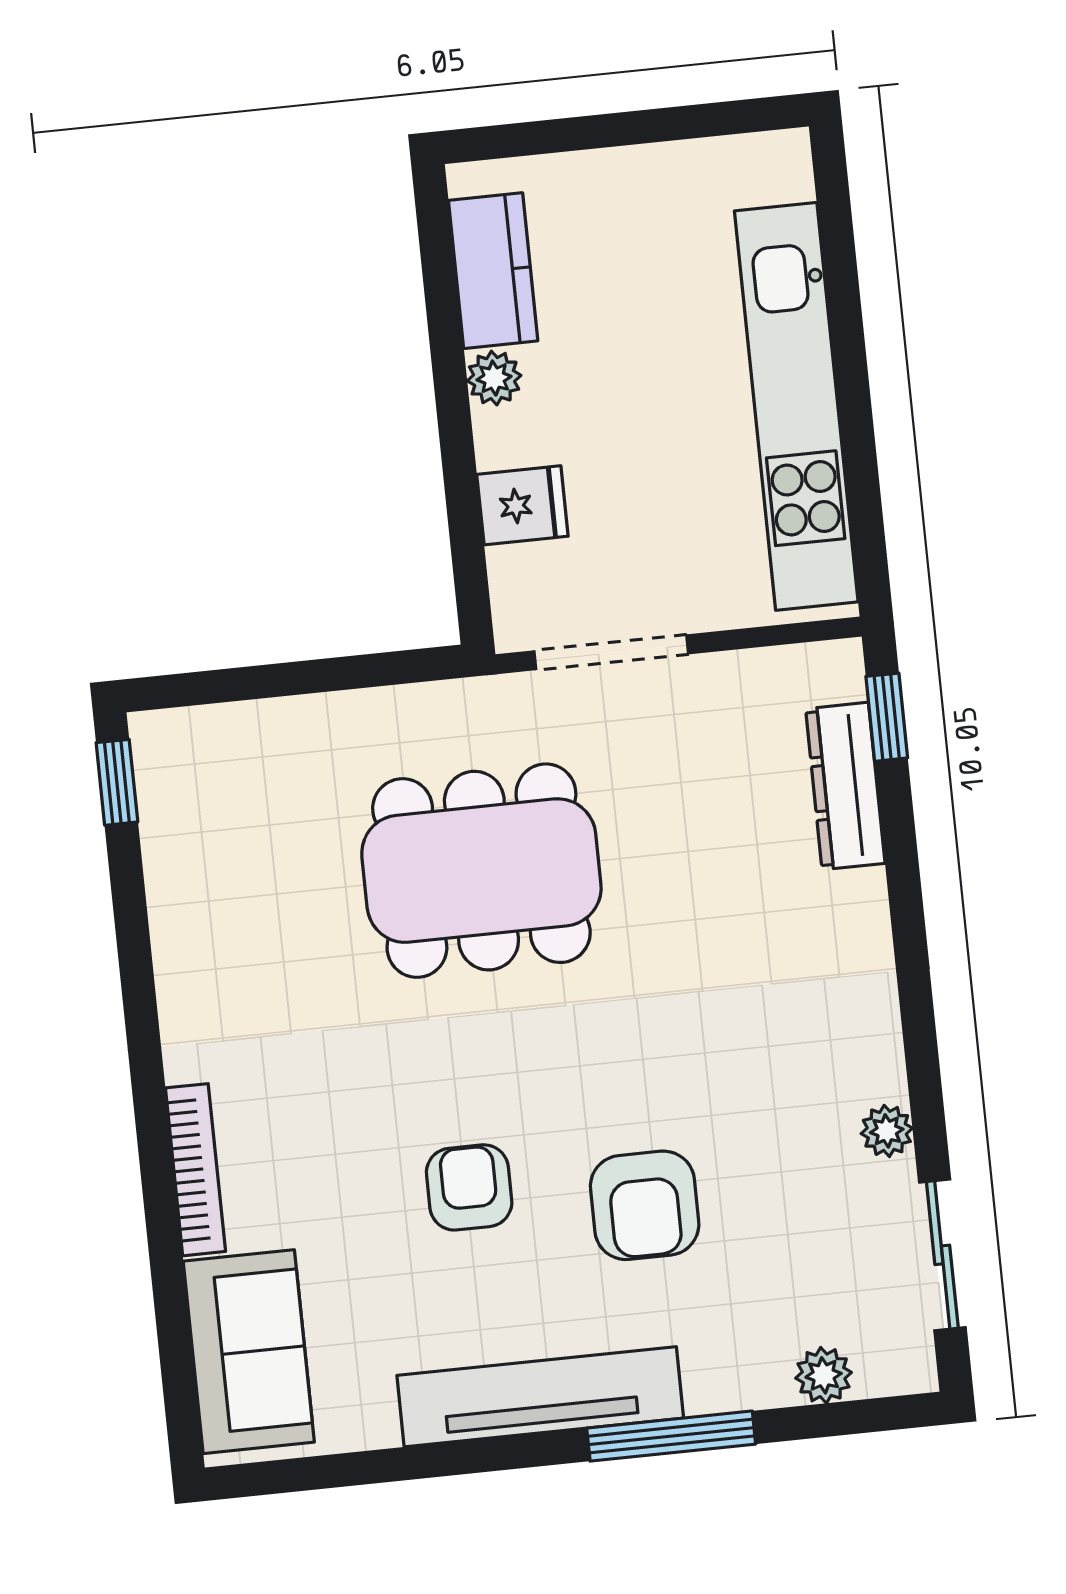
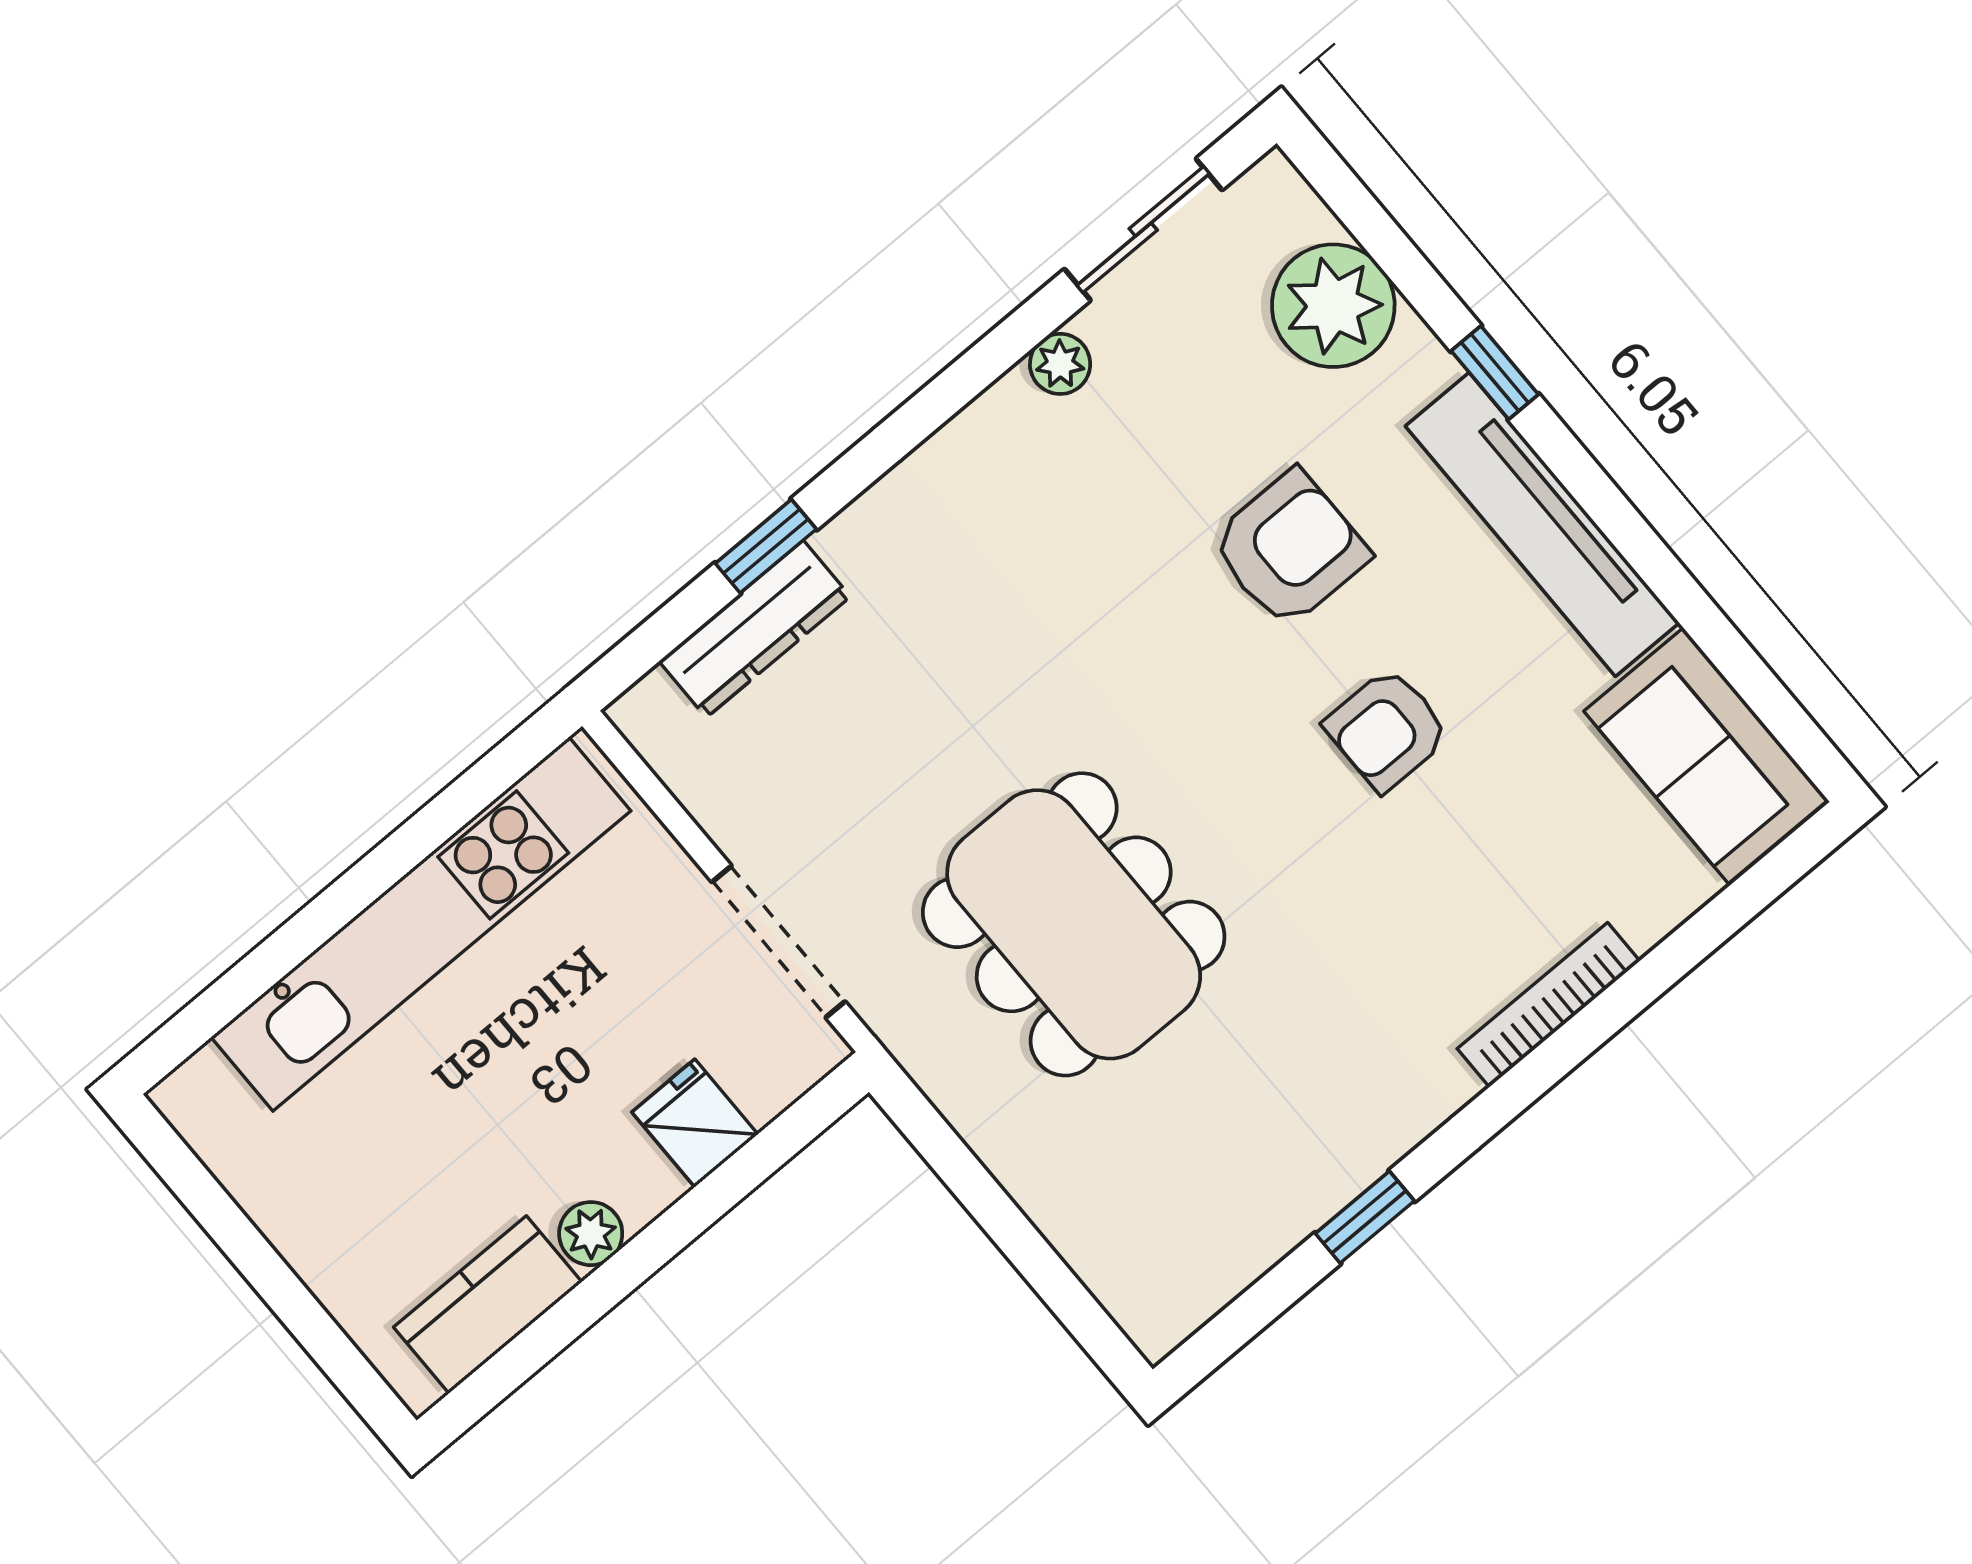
window: (887, 717) -> (766, 546), moved
window: (117, 782) -> (1365, 1217), moved
sofa: (249, 1352) -> (1706, 756), moved, turned -90
plant: (824, 1375) -> (1333, 306), width x1.88, depth x1.88
window: (671, 1436) -> (1495, 373), width x0.46

